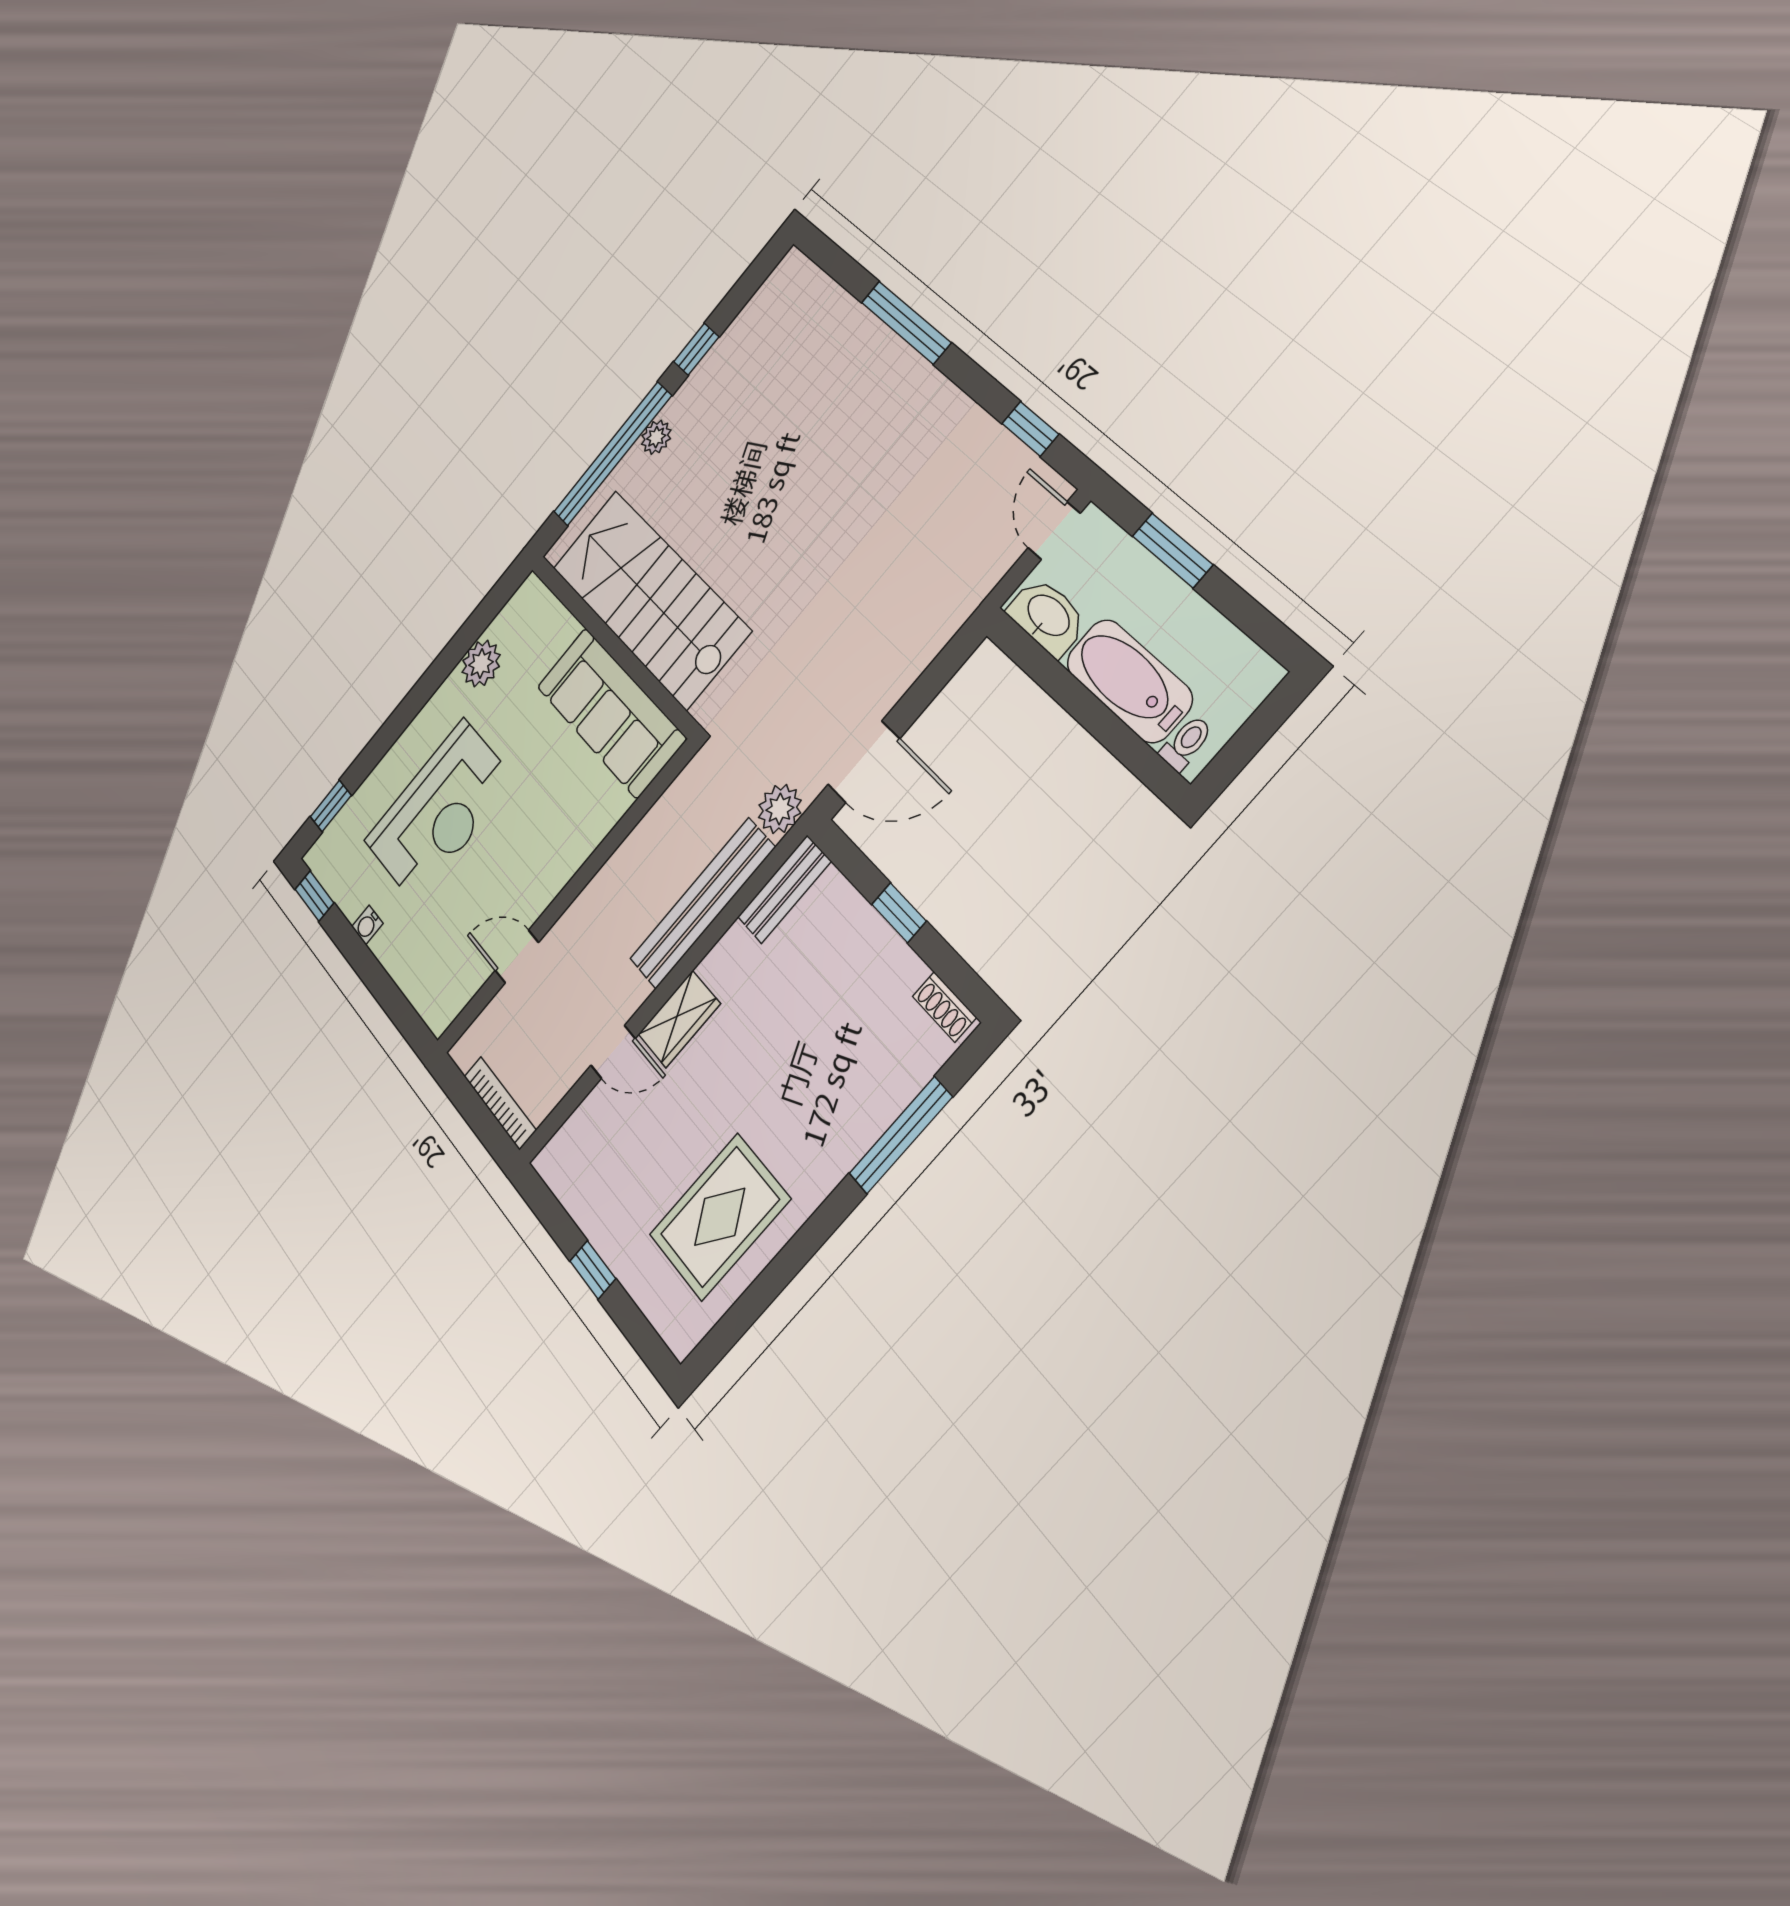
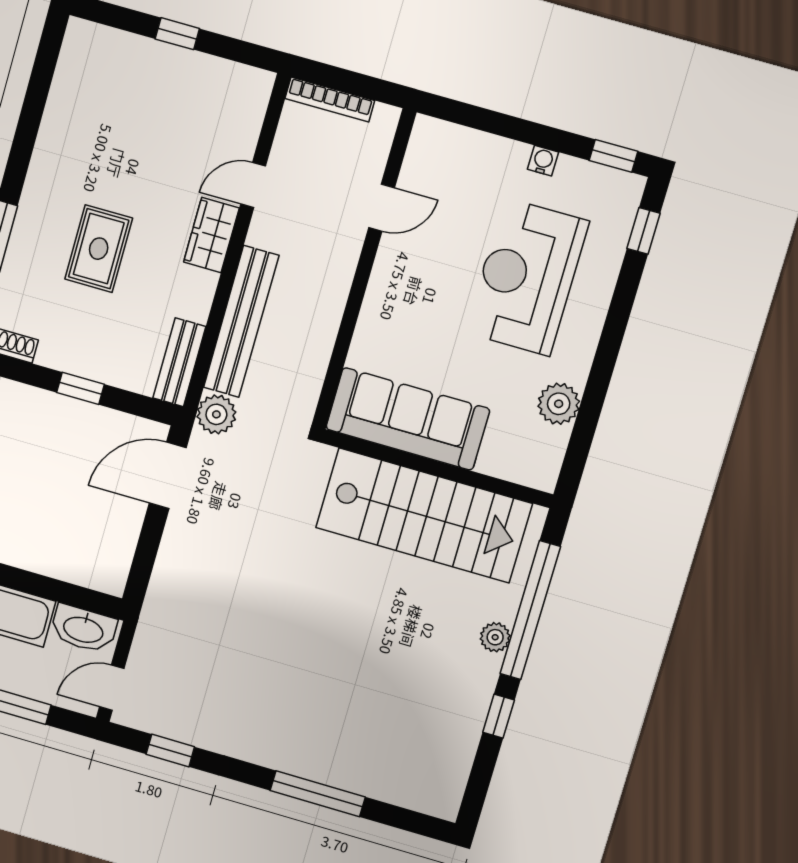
door: (1054, 531) -> (112, 688), swing flipped
rug: (720, 1217) -> (99, 249), moved, width x0.73, depth x0.70

